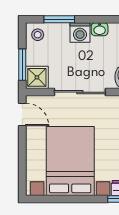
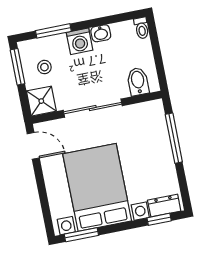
stool: (38, 35) -> (44, 67), moved
window: (22, 65) -> (18, 67), moved
window: (49, 199) -> (81, 235), added

